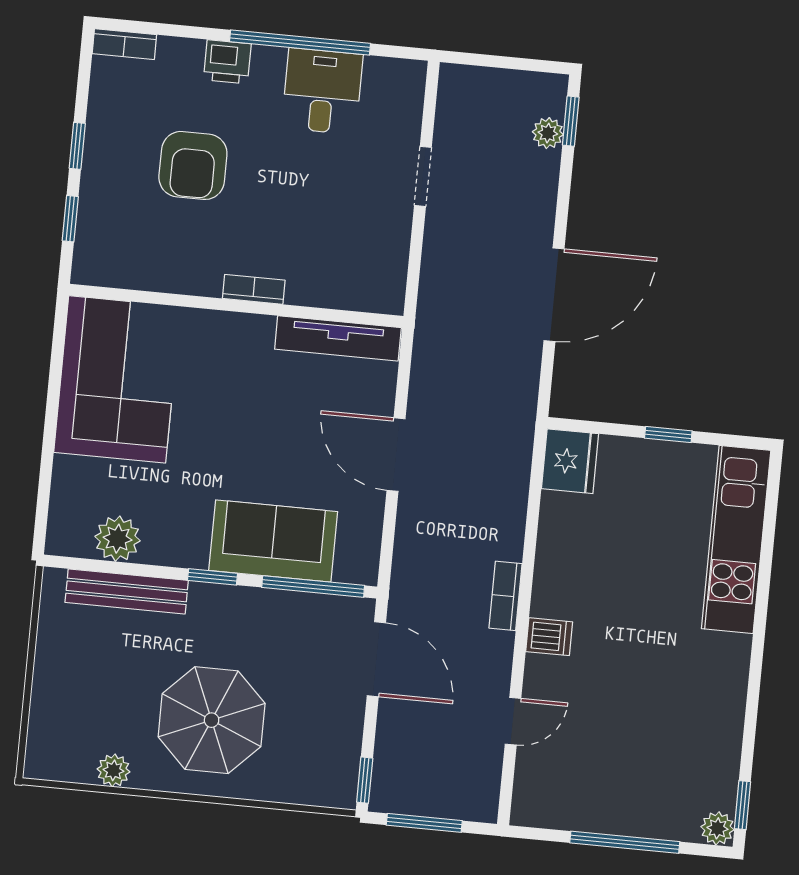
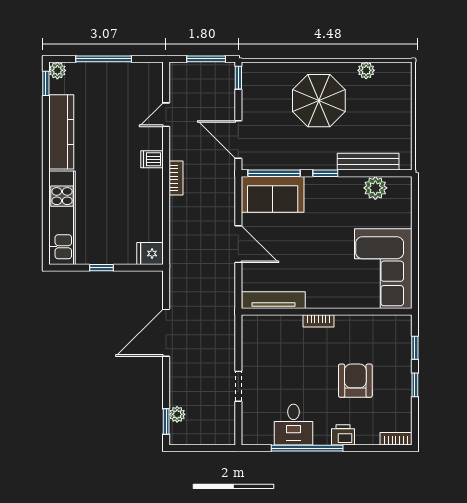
fridge: (570, 461) -> (150, 253), width x0.72
sofa: (273, 541) -> (273, 194), moved
kitchen counter: (721, 707) -> (61, 132), added

